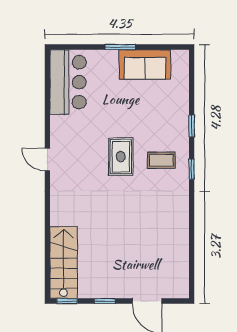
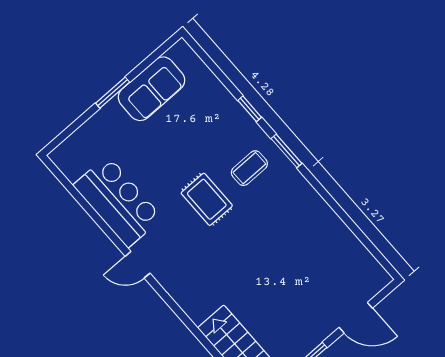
bar counter: (68, 82) -> (118, 201), moved
window: (192, 169) -> (287, 151), width x1.50

